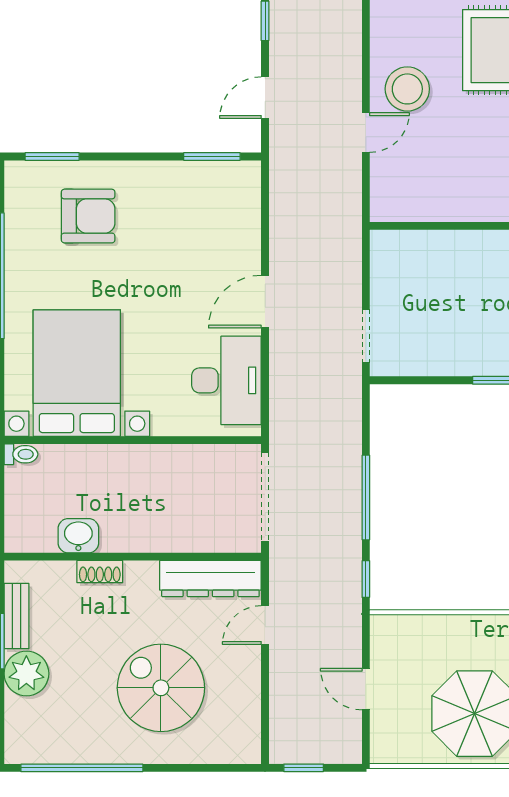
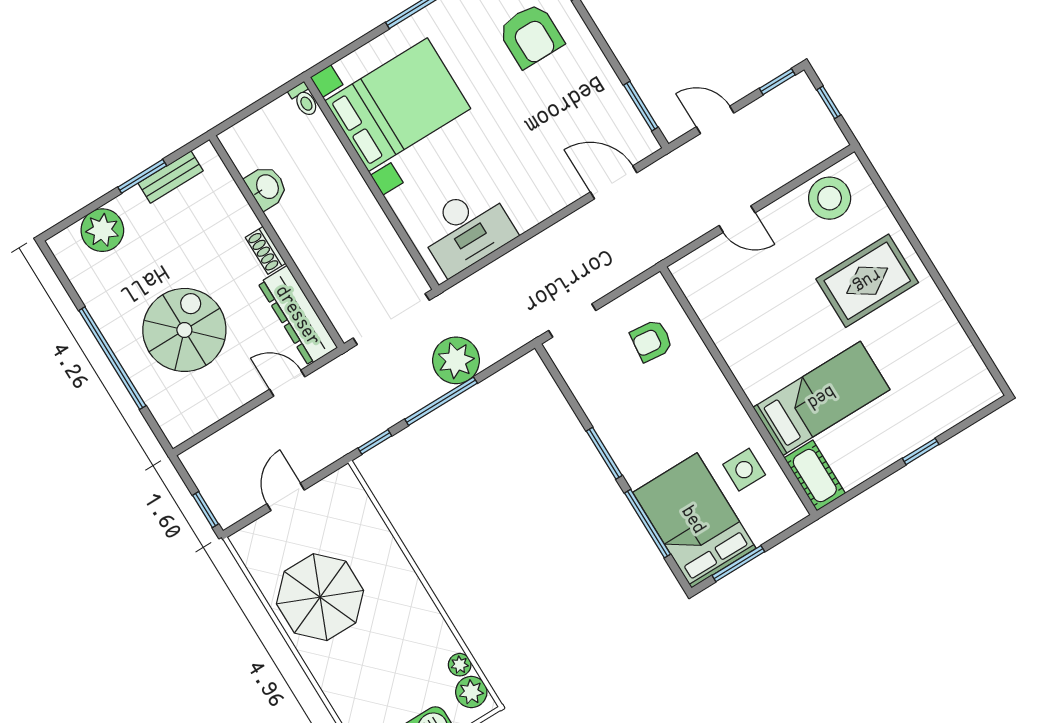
stool: (407, 89) -> (830, 198), moved
armchair: (427, 276) -> (651, 341), added
door: (265, 302) -> (614, 182), moved
plant: (338, 462) -> (456, 360), added
shoe rack: (100, 572) -> (265, 250), moved
plant: (26, 674) -> (102, 230), moved
window: (82, 768) -> (112, 358), moved
window: (304, 768) -> (206, 510), moved

